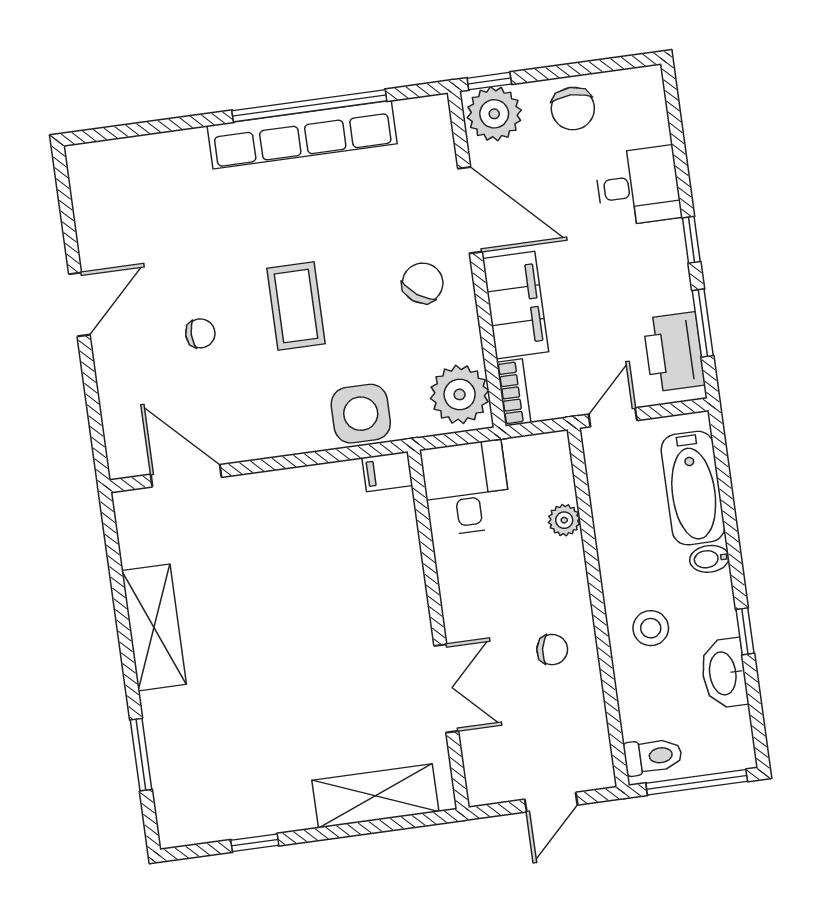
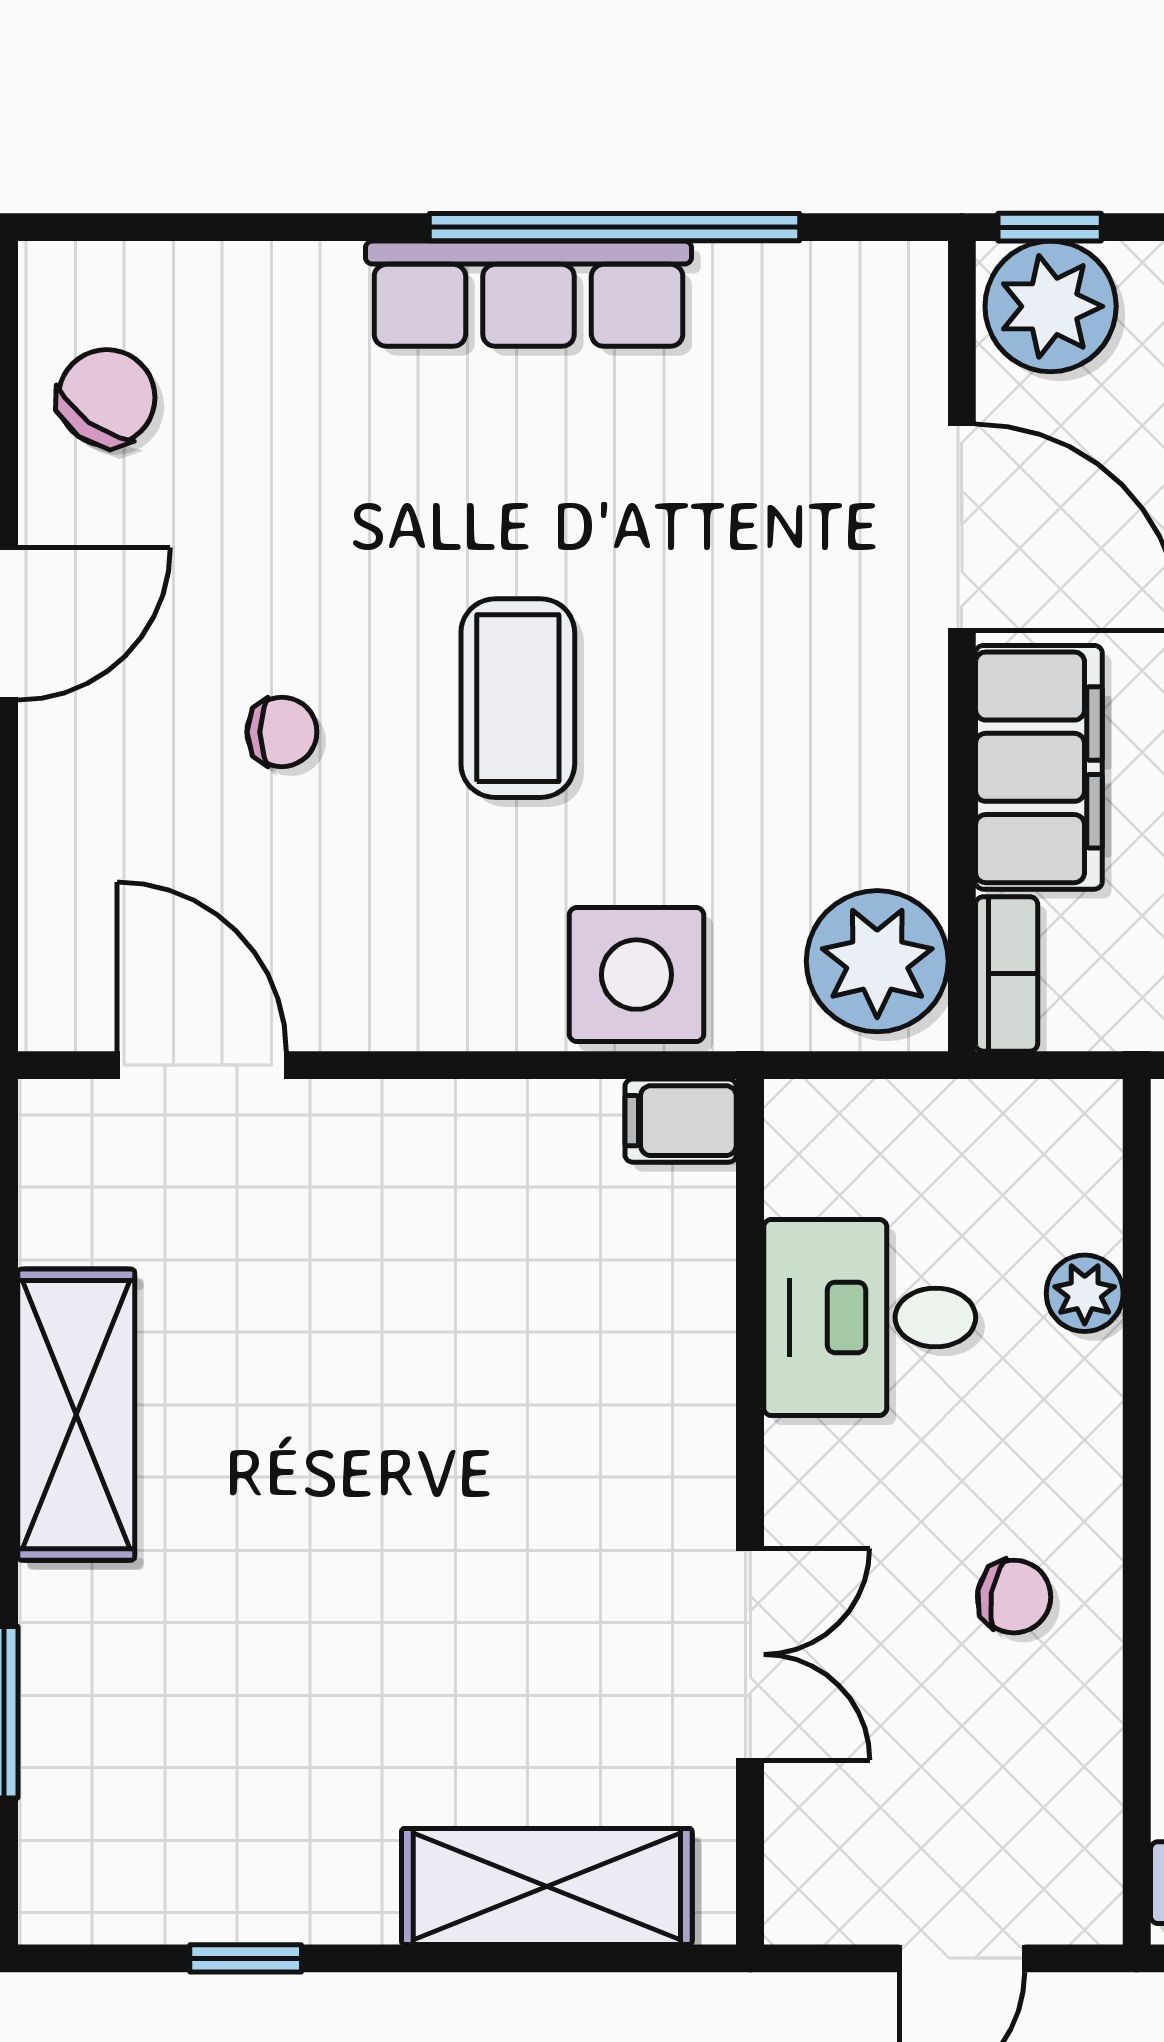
row of seats: (302, 135) -> (529, 294), width x0.73
chair: (423, 283) -> (107, 398), moved
desk: (466, 488) -> (870, 1317), moved, turned -90

